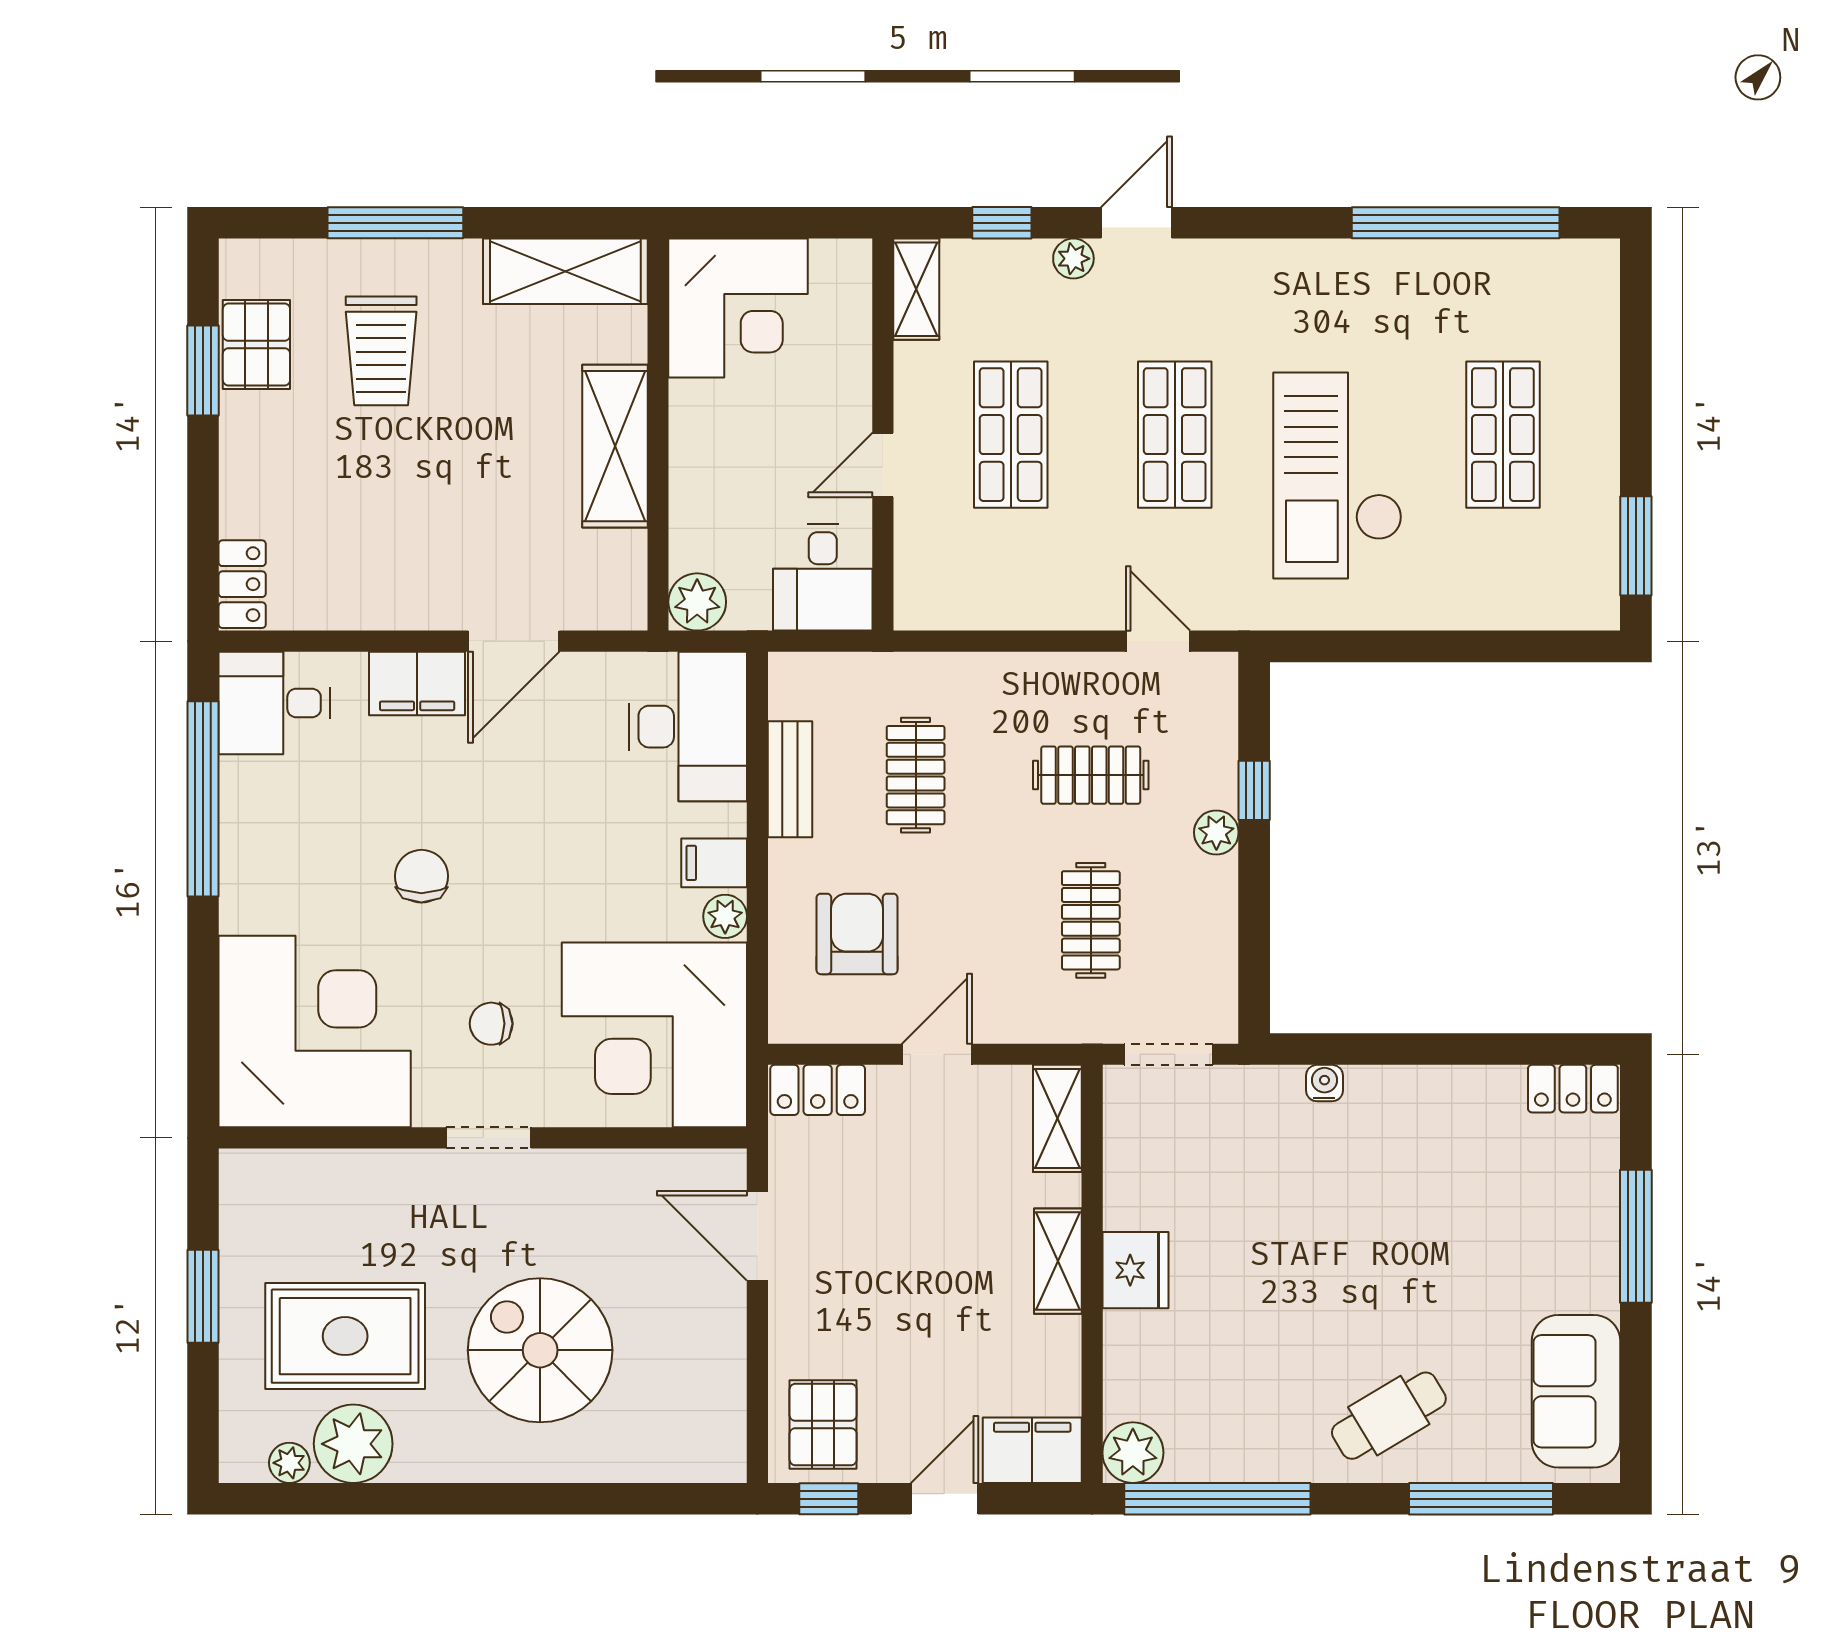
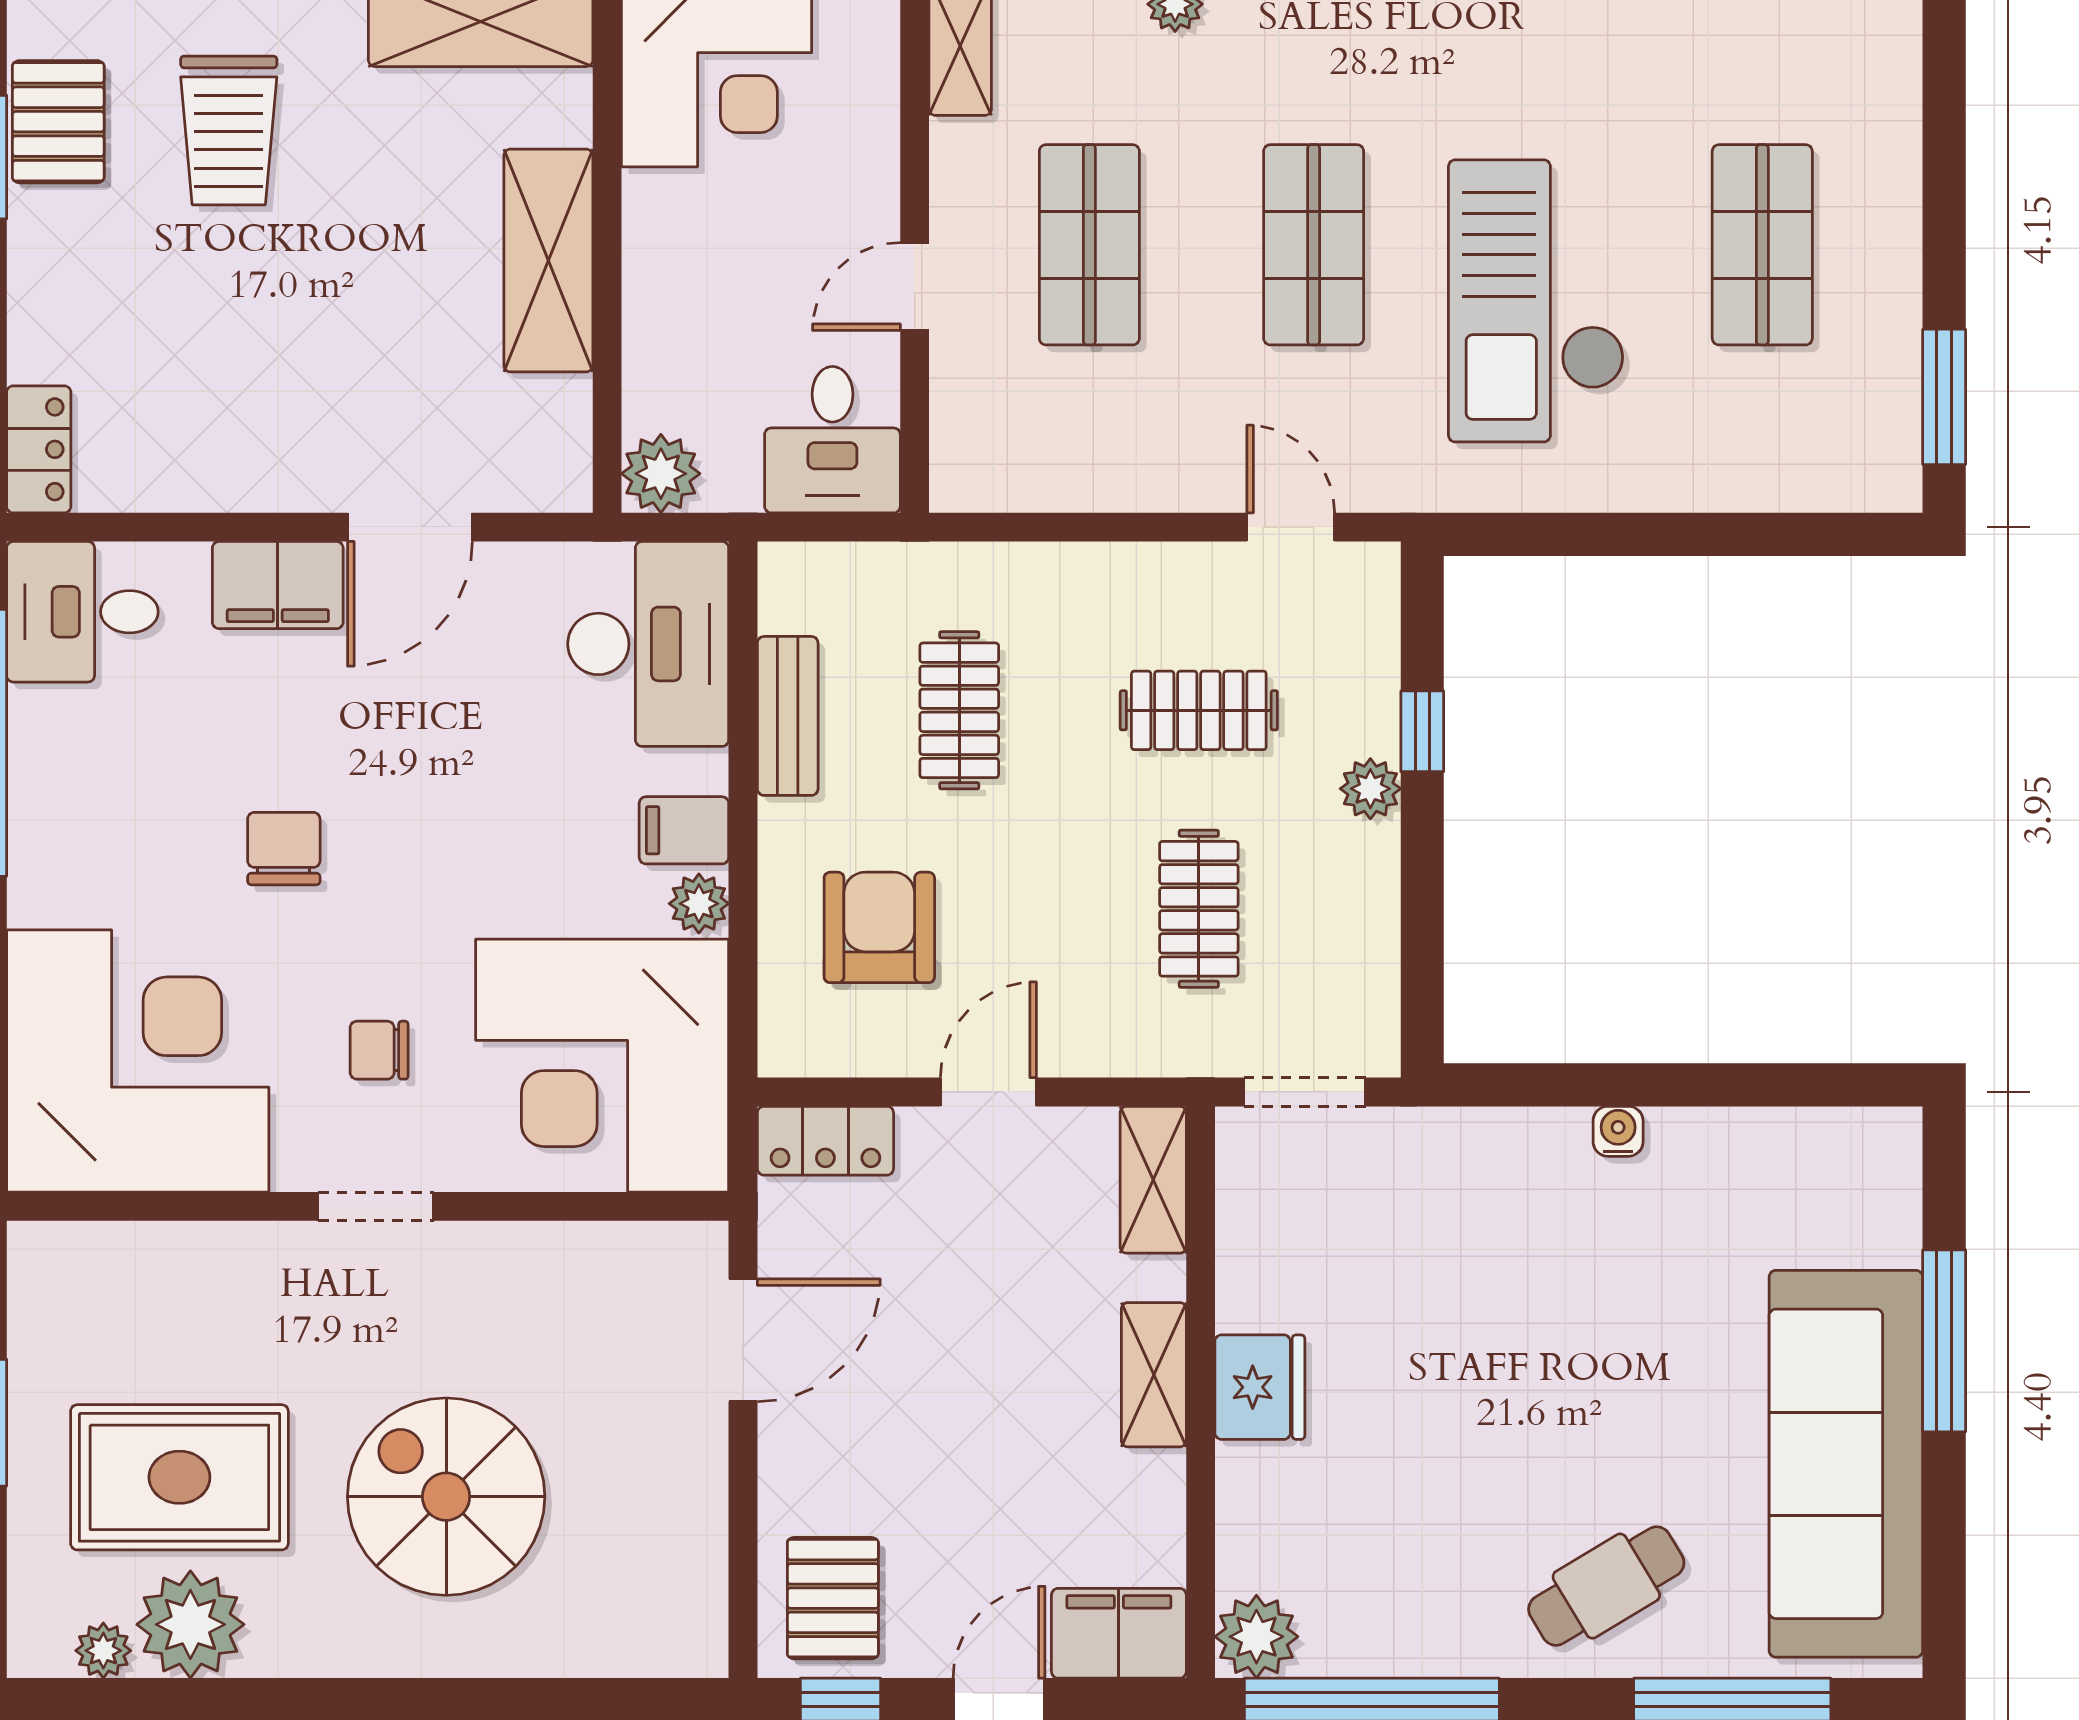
water cooler: (1324, 1083) -> (1618, 1131), moved
locker: (1573, 1089) -> (1858, 1139), removed
door: (757, 1236) -> (743, 1340), swing flipped
sofa: (1576, 1391) -> (1846, 1464), width x1.85, depth x1.27

